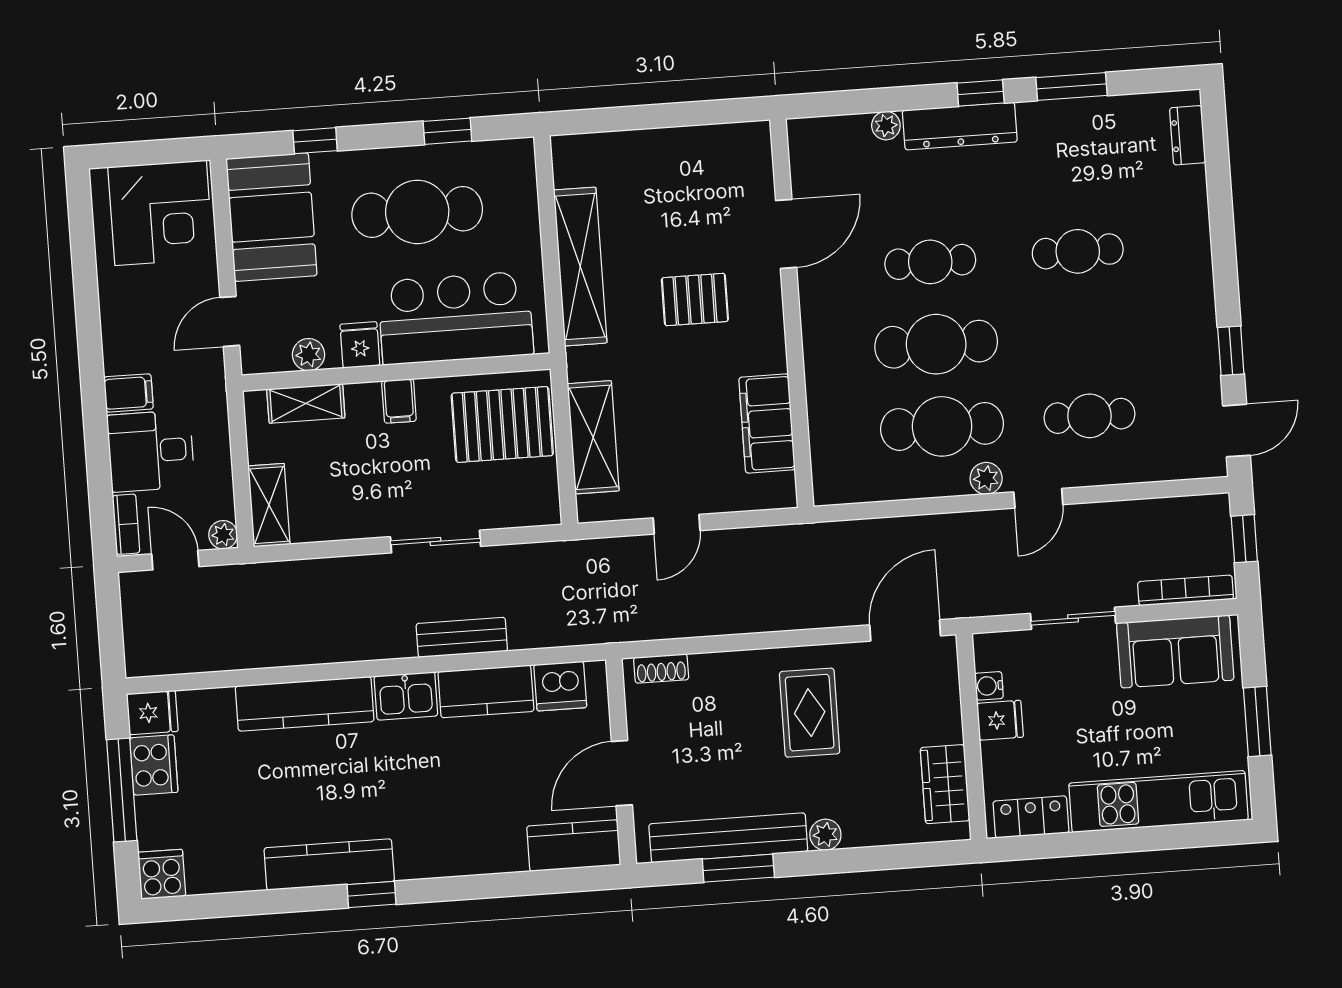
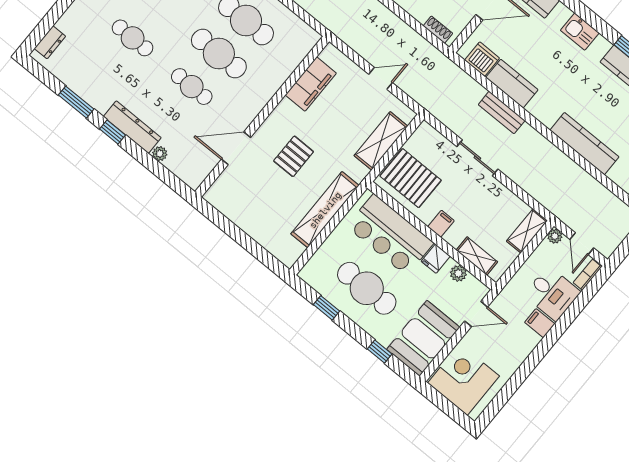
pallet: (695, 300) -> (294, 156), turned 90
kitchen sink: (406, 696) -> (580, 32), moved, turned 180

